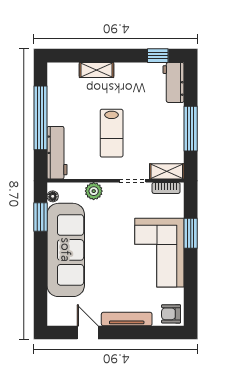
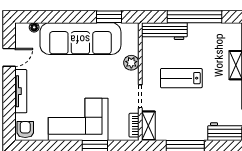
floor lamp: (53, 196) -> (34, 27), moved

